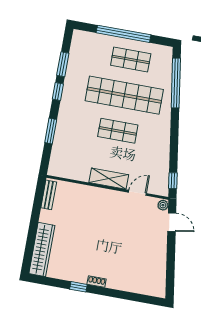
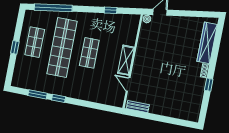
window: (124, 34) -> (15, 47), width x0.32
window: (51, 131) -> (89, 104), removed
window: (173, 181) -> (111, 10), moved
door: (137, 193) -> (128, 84), moved
wardrobe: (42, 249) -> (207, 43), moved, turned -90

